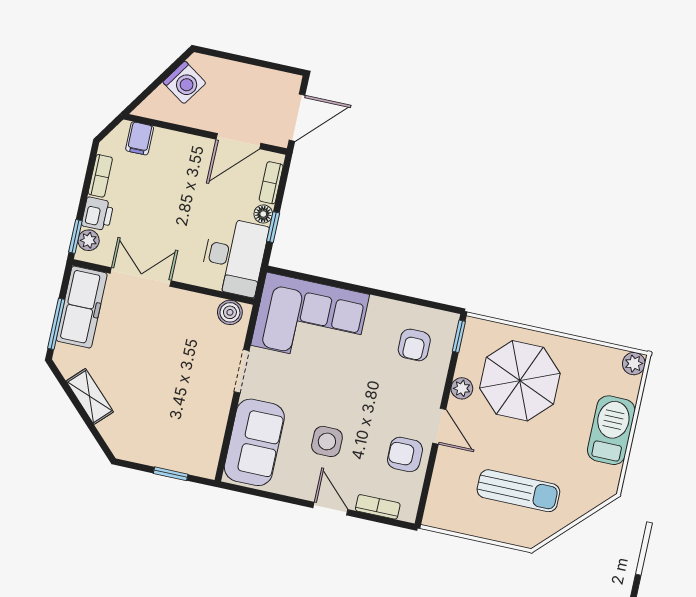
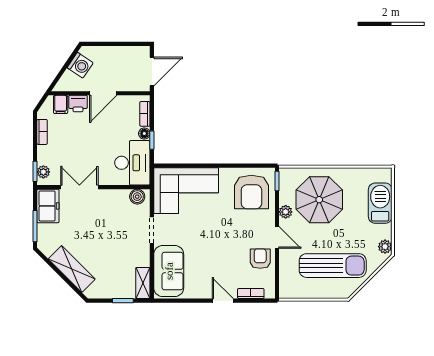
door: (238, 141) -> (103, 93), moved
printer: (98, 214) -> (78, 104), moved, turned 90
freezer: (82, 307) -> (48, 206), width x0.71
armchair: (414, 345) -> (251, 192), width x1.88, depth x1.88
plant: (634, 364) -> (385, 247), moved
shelving: (90, 396) -> (72, 269), width x1.50, depth x1.33
barbecue: (611, 430) -> (380, 203), moved
side table: (327, 441) -> (212, 261), removed
shelving: (209, 453) -> (143, 283), added
armchair: (405, 454) -> (260, 259), turned 90
sun lounger: (518, 491) -> (333, 266), width x1.36, depth x1.34

